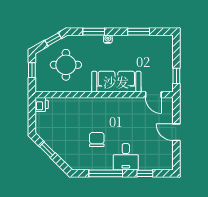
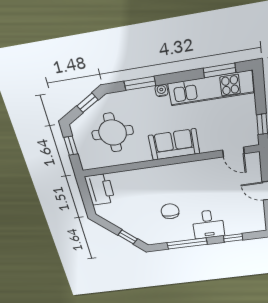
window: (139, 32) -> (220, 70), moved
kitchen unit: (143, 43) -> (211, 88), added
sofa: (116, 82) -> (174, 145), width x0.73
printer: (42, 104) -> (100, 189), width x1.87, depth x1.48
window: (47, 150) -> (128, 237), moved

